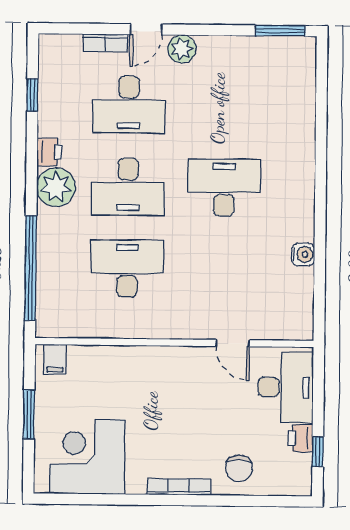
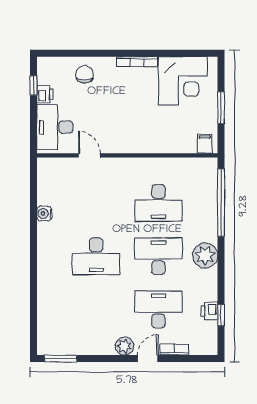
printer: (49, 152) -> (210, 311), moved
bookcase: (179, 487) -> (137, 62), moved

